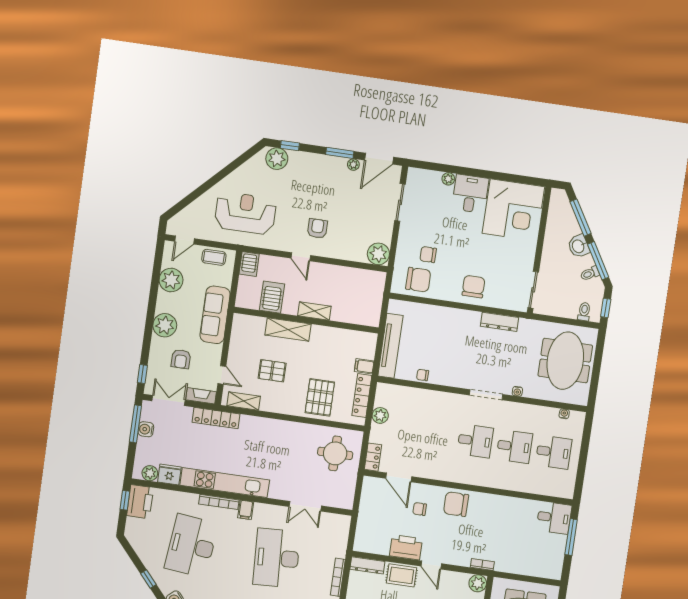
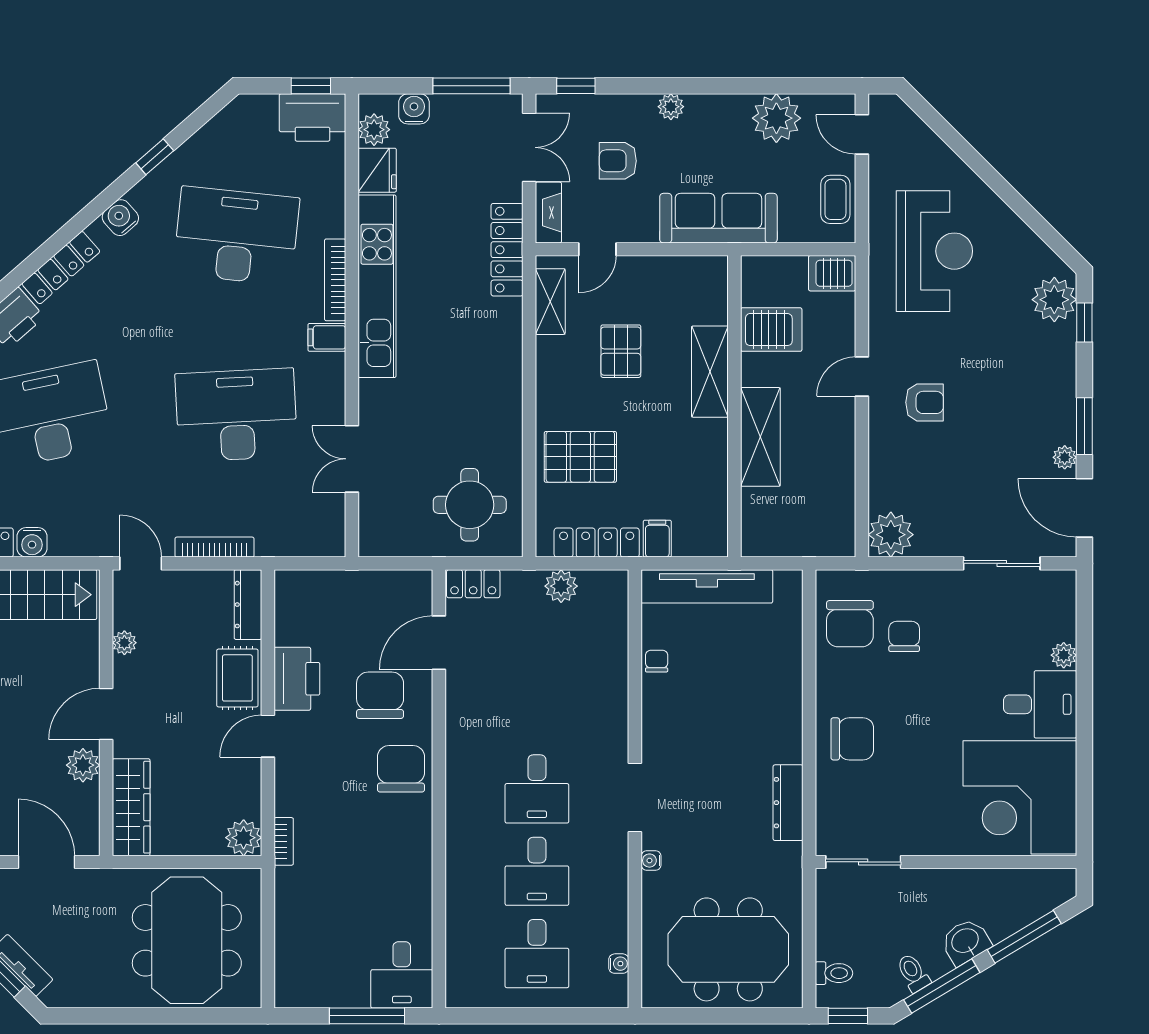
shelving: (314, 311) -> (760, 437), width x1.50, depth x1.33
plant: (165, 325) -> (671, 107), width x0.53, depth x0.53
water cooler: (146, 429) -> (414, 109), moved
chair: (420, 509) -> (380, 695), width x1.87, depth x1.87

